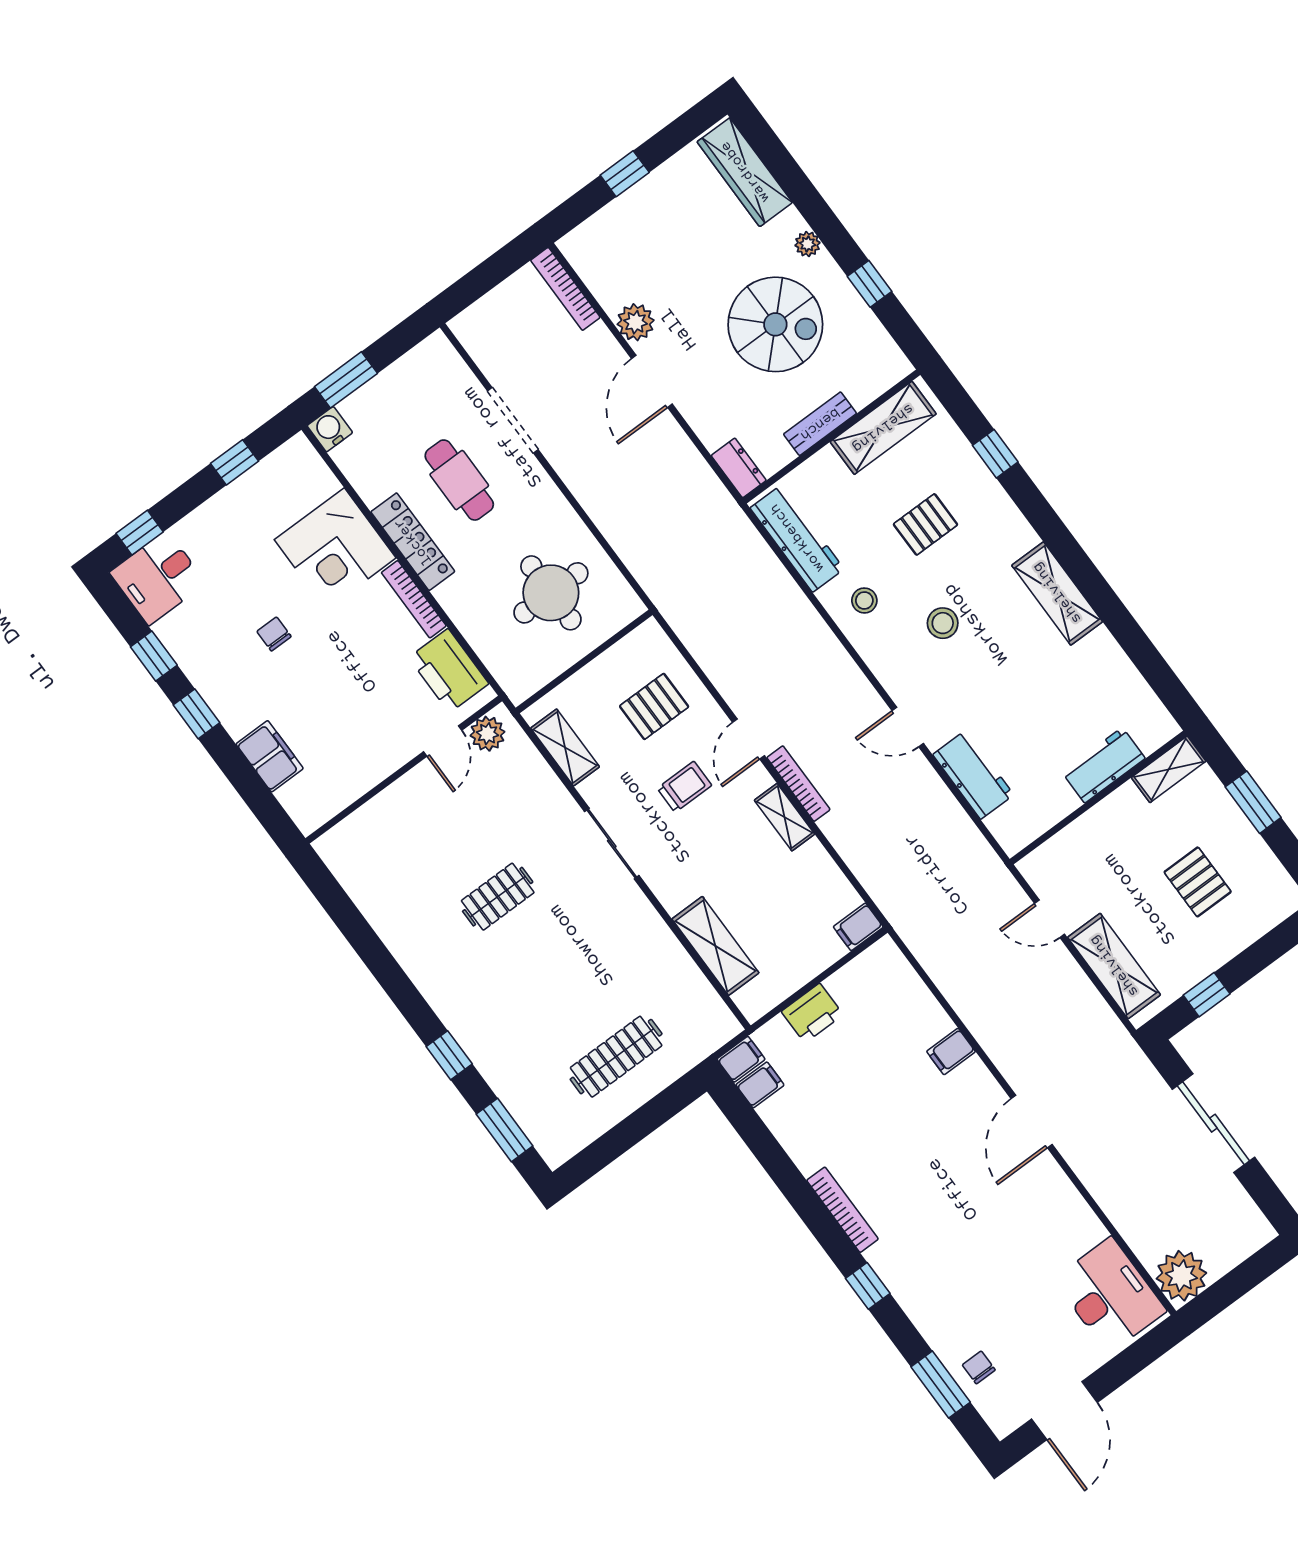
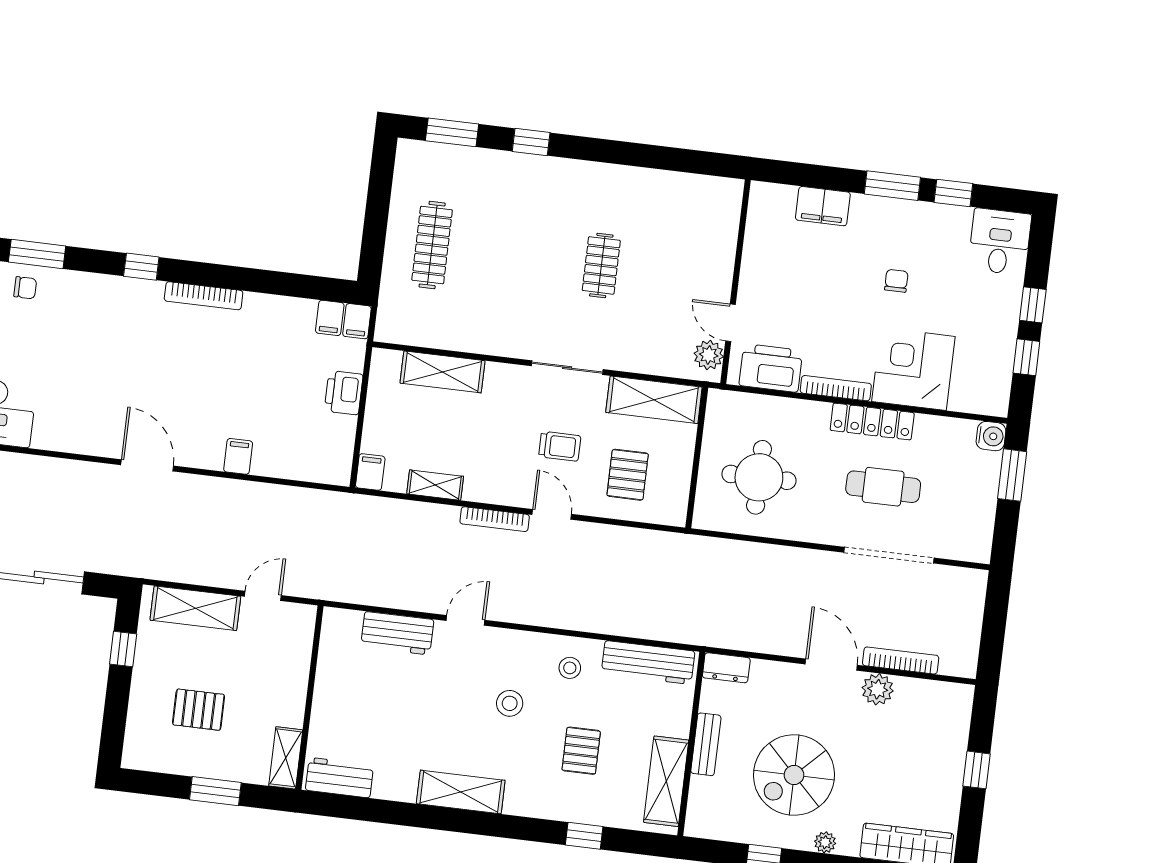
bookcase: (565, 289) -> (901, 660), moved
doorway: (513, 420) -> (889, 555), width x1.36
window: (140, 533) -> (1033, 305), moved
chair: (274, 634) -> (896, 281), turned -90
window: (197, 714) -> (892, 186), width x1.50
shelving: (565, 747) -> (654, 400), width x1.50, depth x1.33
workbench: (1104, 765) -> (340, 778), moved, turned -90
trolley: (684, 787) -> (560, 446), turned -90
shelving: (784, 817) -> (435, 485), moved

